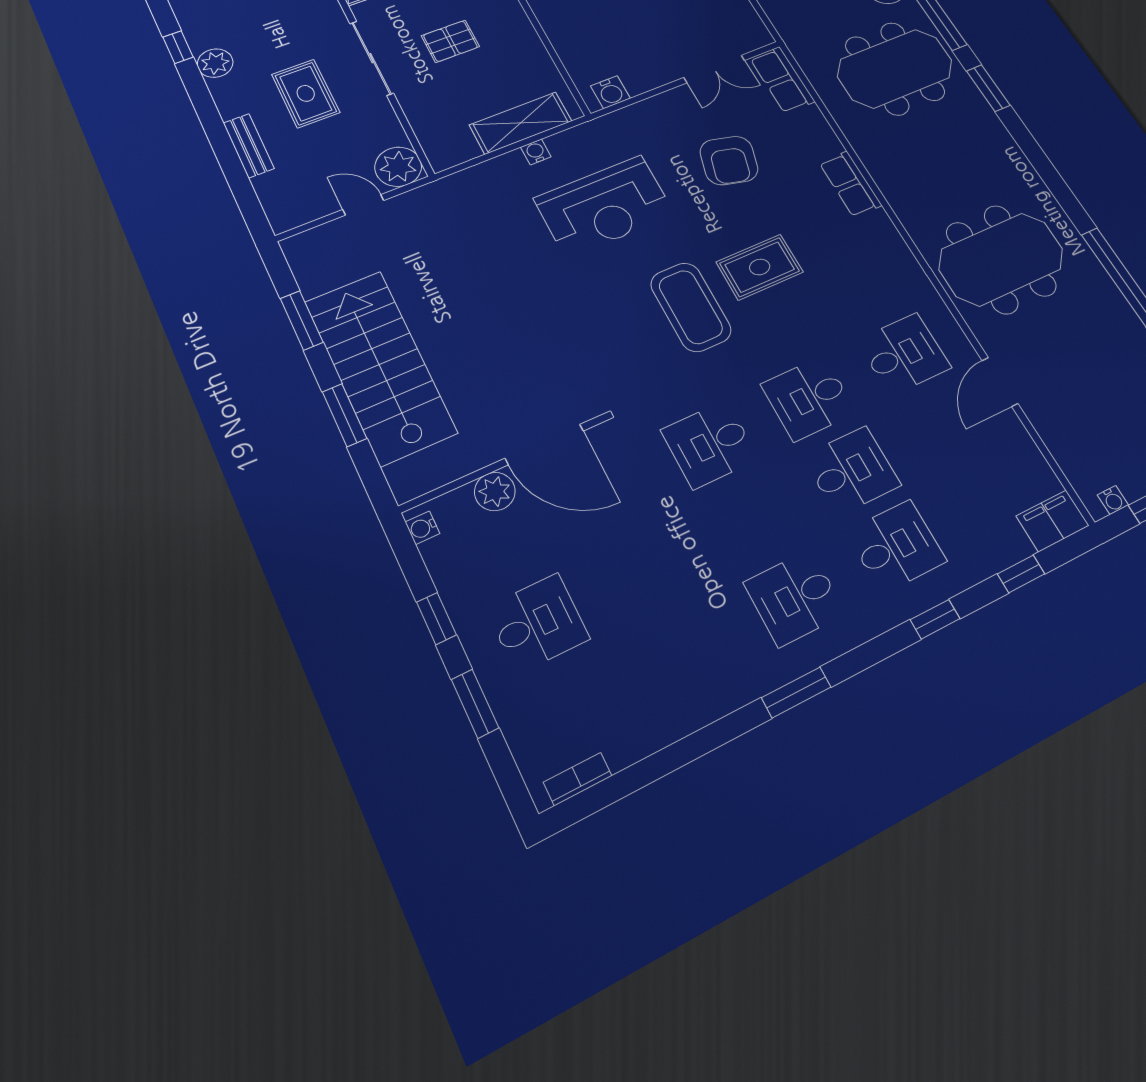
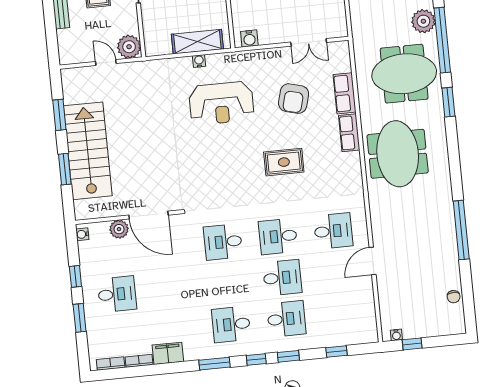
row of seats: (782, 80) -> (345, 93), moved
meeting table: (1001, 259) -> (398, 154), moved, turned 90
coffee table: (691, 307) -> (242, 171), removed
filing cabinet: (1053, 521) -> (168, 353), moved
window: (876, 650) -> (256, 359), added
bookcase: (637, 749) -> (139, 361), added

